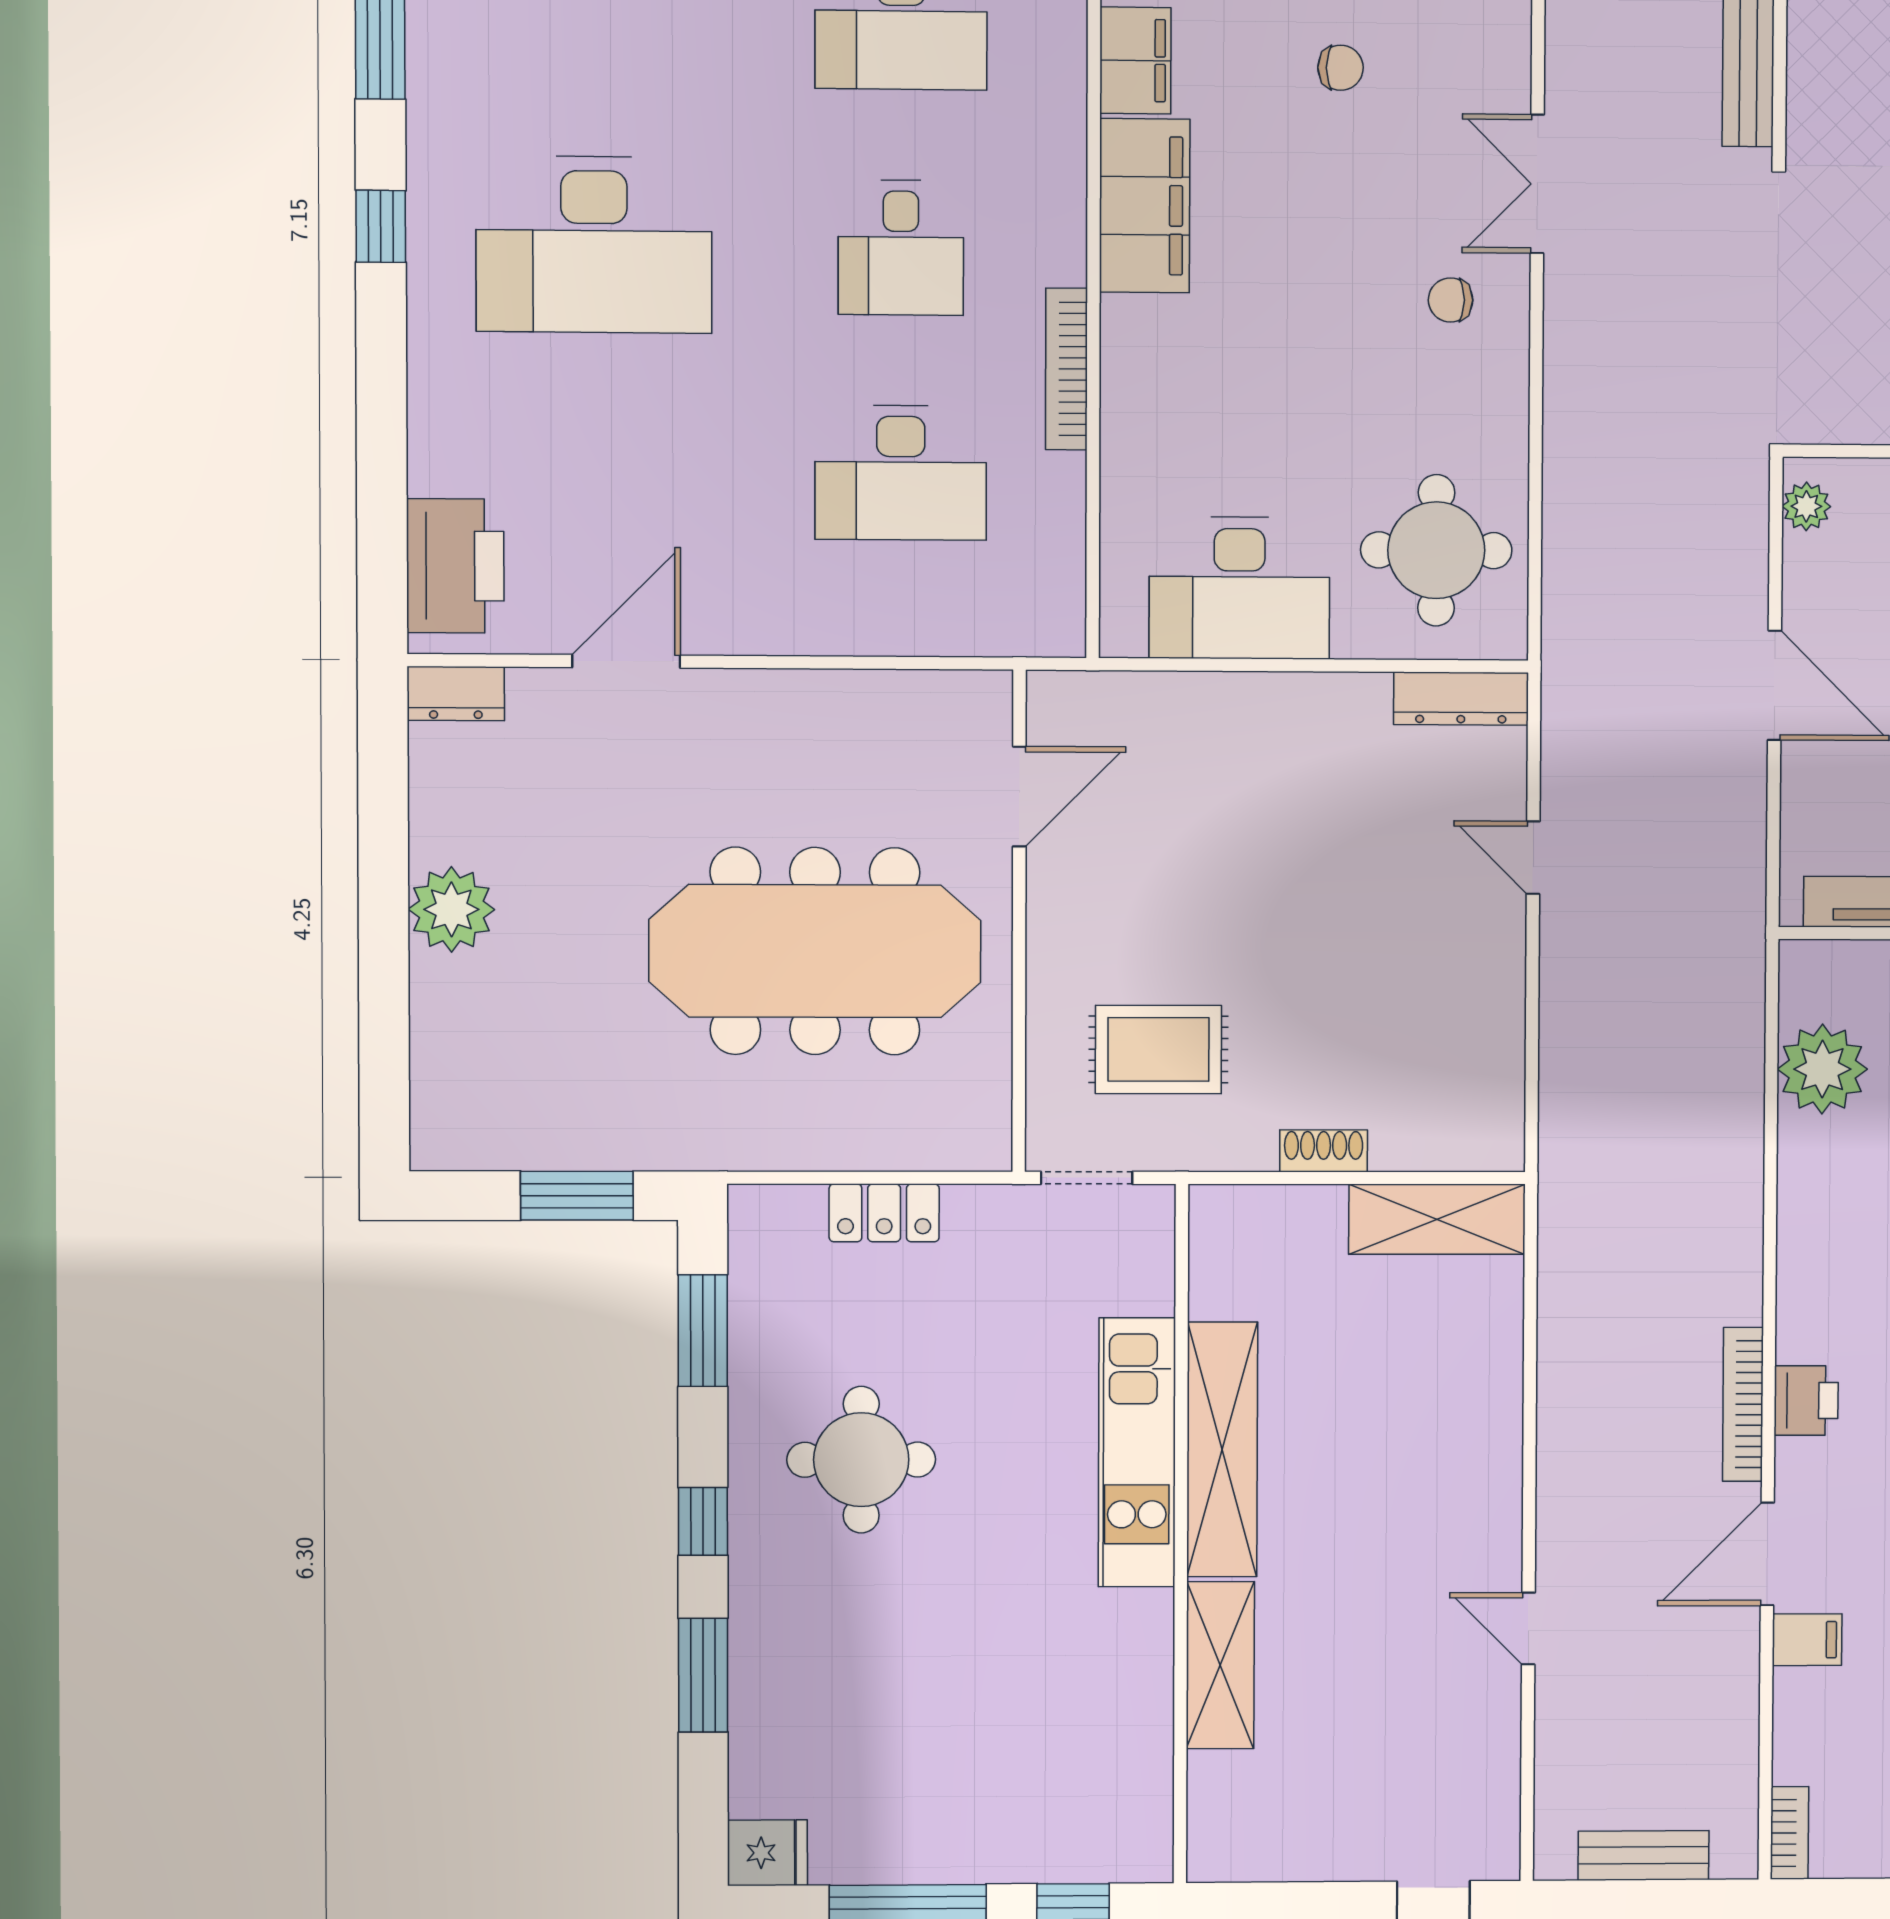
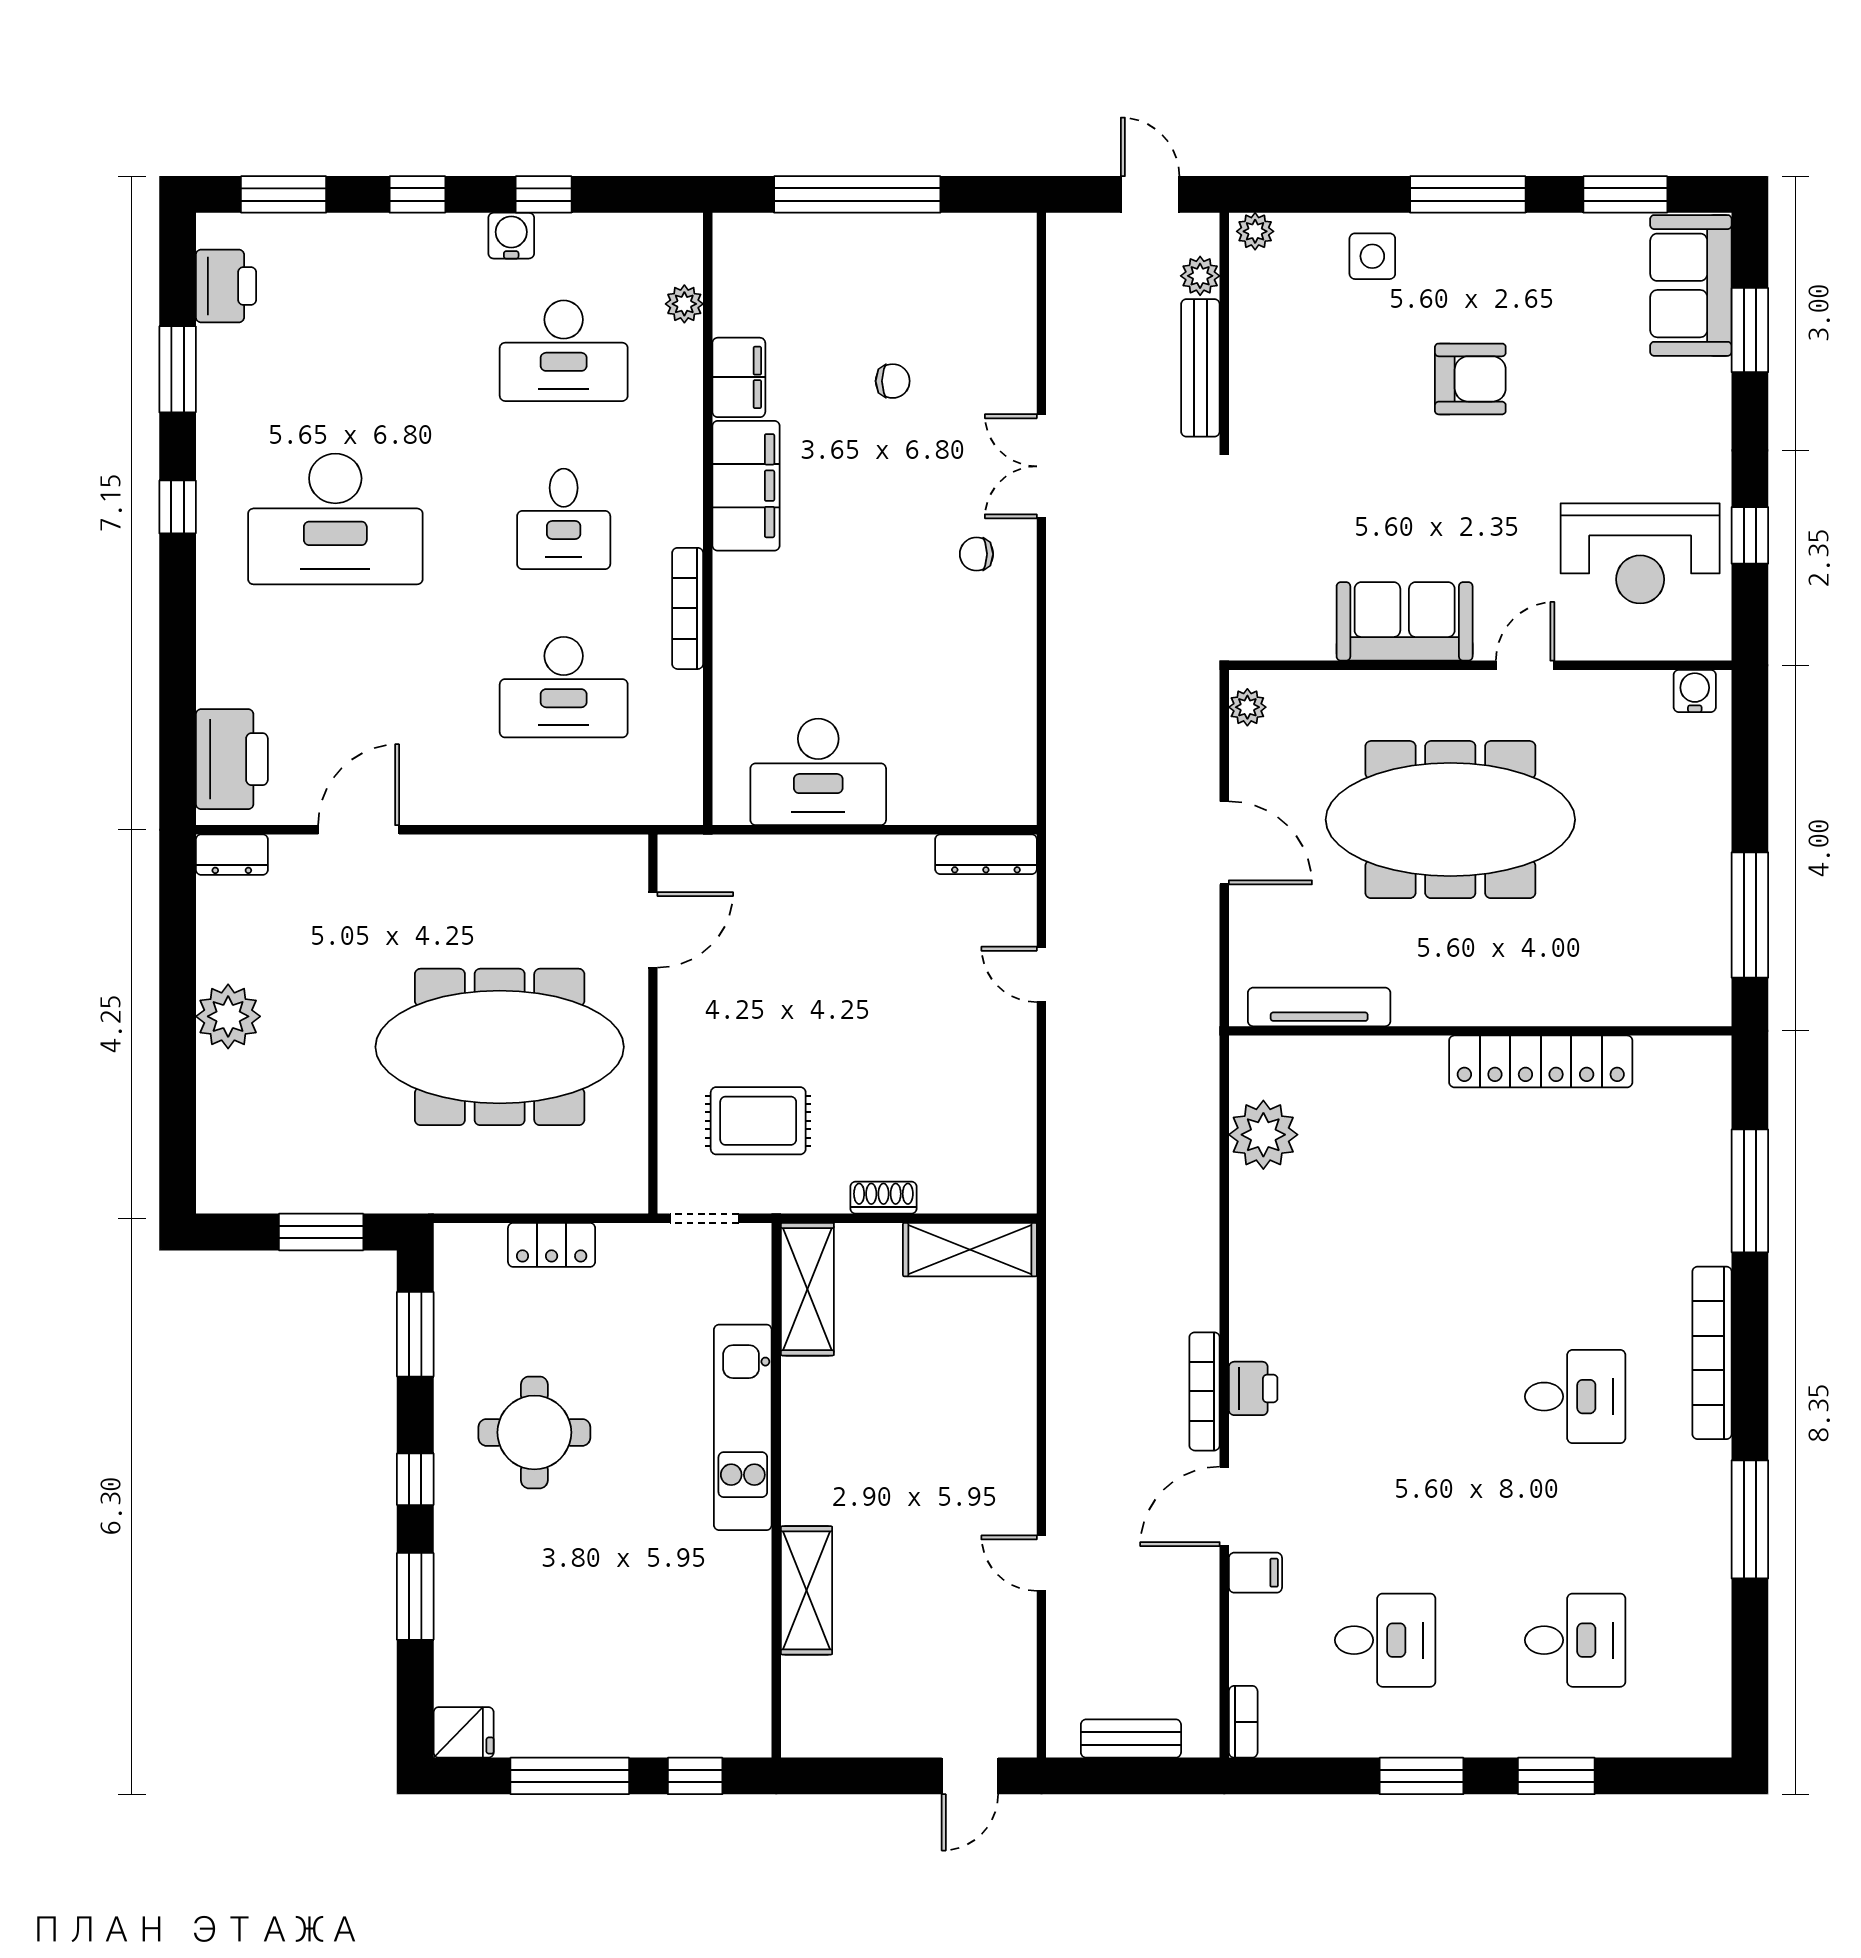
round table: (1436, 550) -> (967, 742), removed
shelving: (1222, 1449) -> (807, 1289), moved, width x0.68

